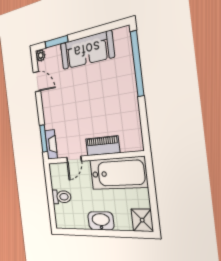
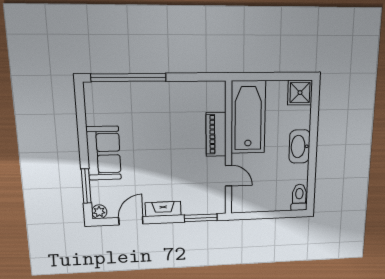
sofa: (87, 50) -> (104, 153), width x0.73
fireplace: (51, 144) -> (163, 209), moved
toilet: (61, 197) -> (299, 197), moved

